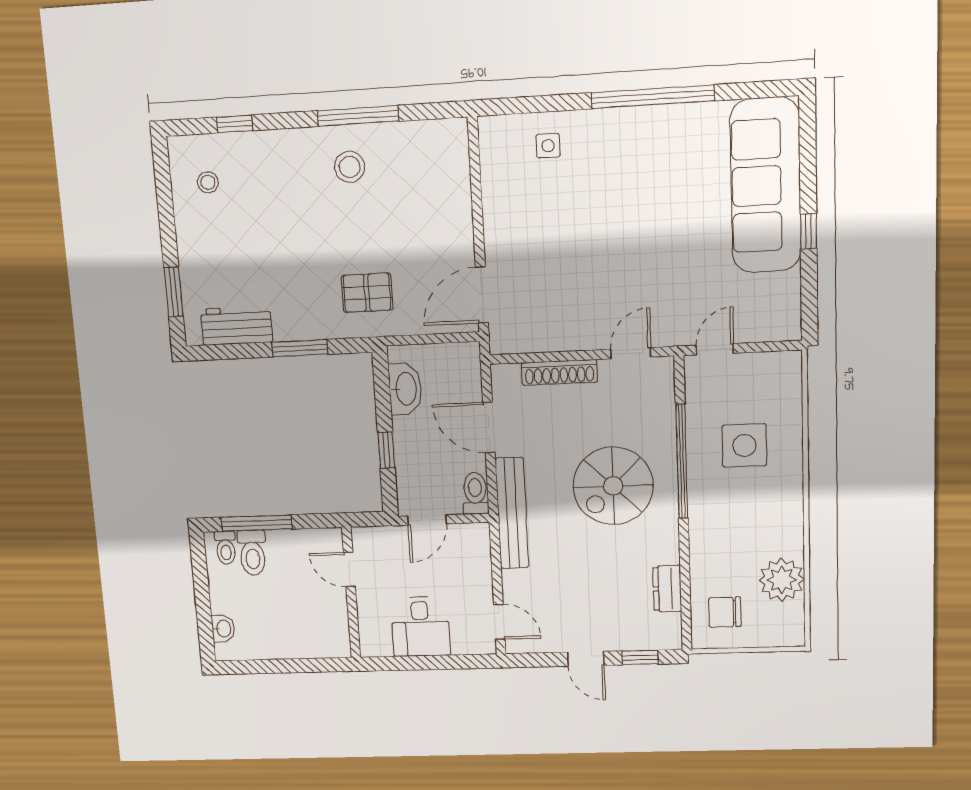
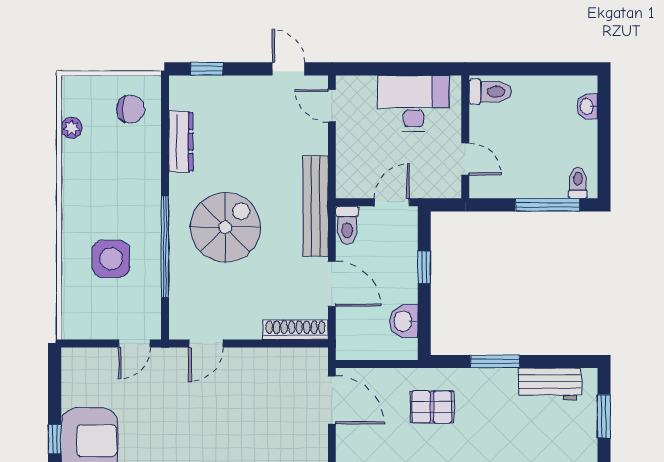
door: (482, 295) -> (332, 400), hinge flipped
shoe rack: (559, 372) -> (295, 330), moved
washbasin: (405, 389) -> (404, 321), width x0.72
toilet: (252, 553) -> (490, 92), moved, turned 90
plant: (782, 580) -> (72, 128), width x0.53, depth x0.53
dresser: (667, 589) -> (181, 142), width x1.44
desk: (420, 627) -> (414, 103), width x1.37
door: (586, 659) -> (289, 69), moved

